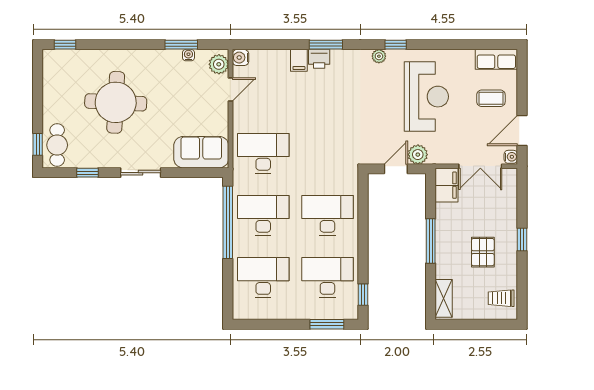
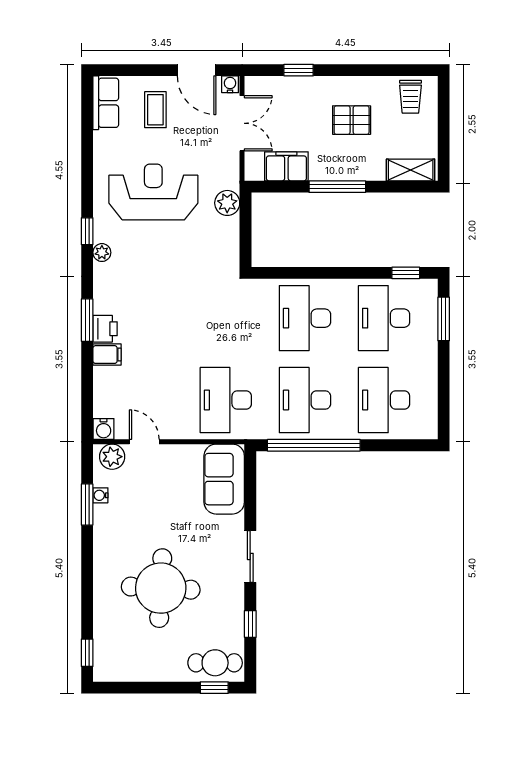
door: (396, 169) -> (246, 231), removed
filing cabinet: (447, 185) -> (286, 166), moved
window: (522, 240) -> (299, 70), moved

